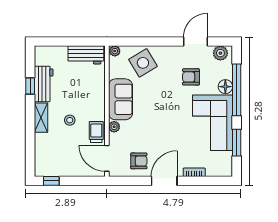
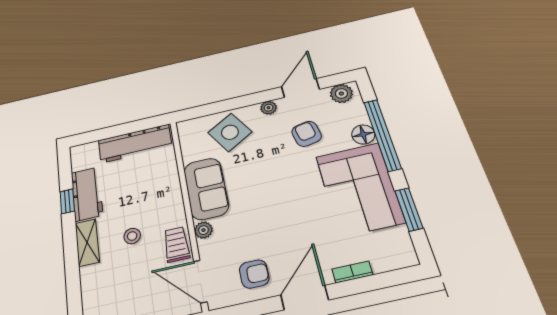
plant: (115, 51) -> (269, 108), moved
workbench: (86, 55) -> (135, 144), width x1.38
armchair: (191, 77) -> (307, 134), turned 79

